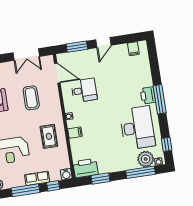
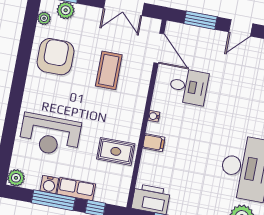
rug: (49, 136) -> (116, 151), moved, turned 90
water cooler: (66, 174) -> (49, 185), moved

